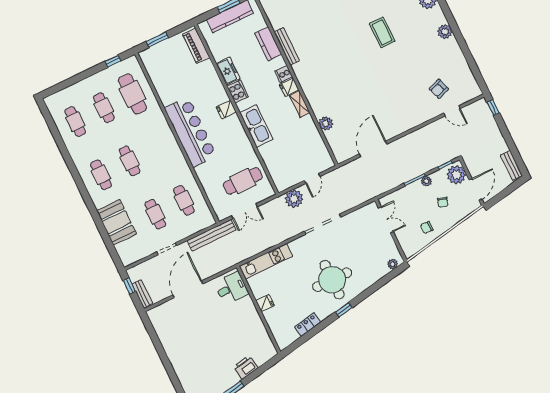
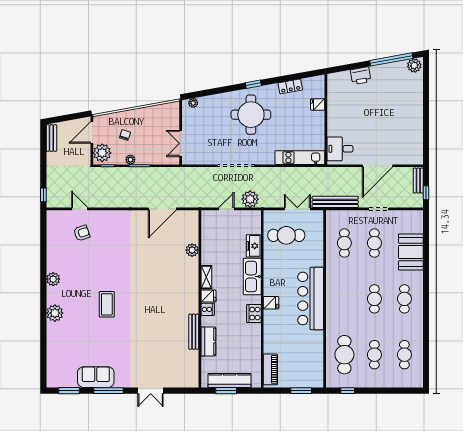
freezer: (228, 71) -> (254, 246), moved
chair: (427, 228) -> (149, 120), removed
fridge: (265, 303) -> (318, 104), moved

